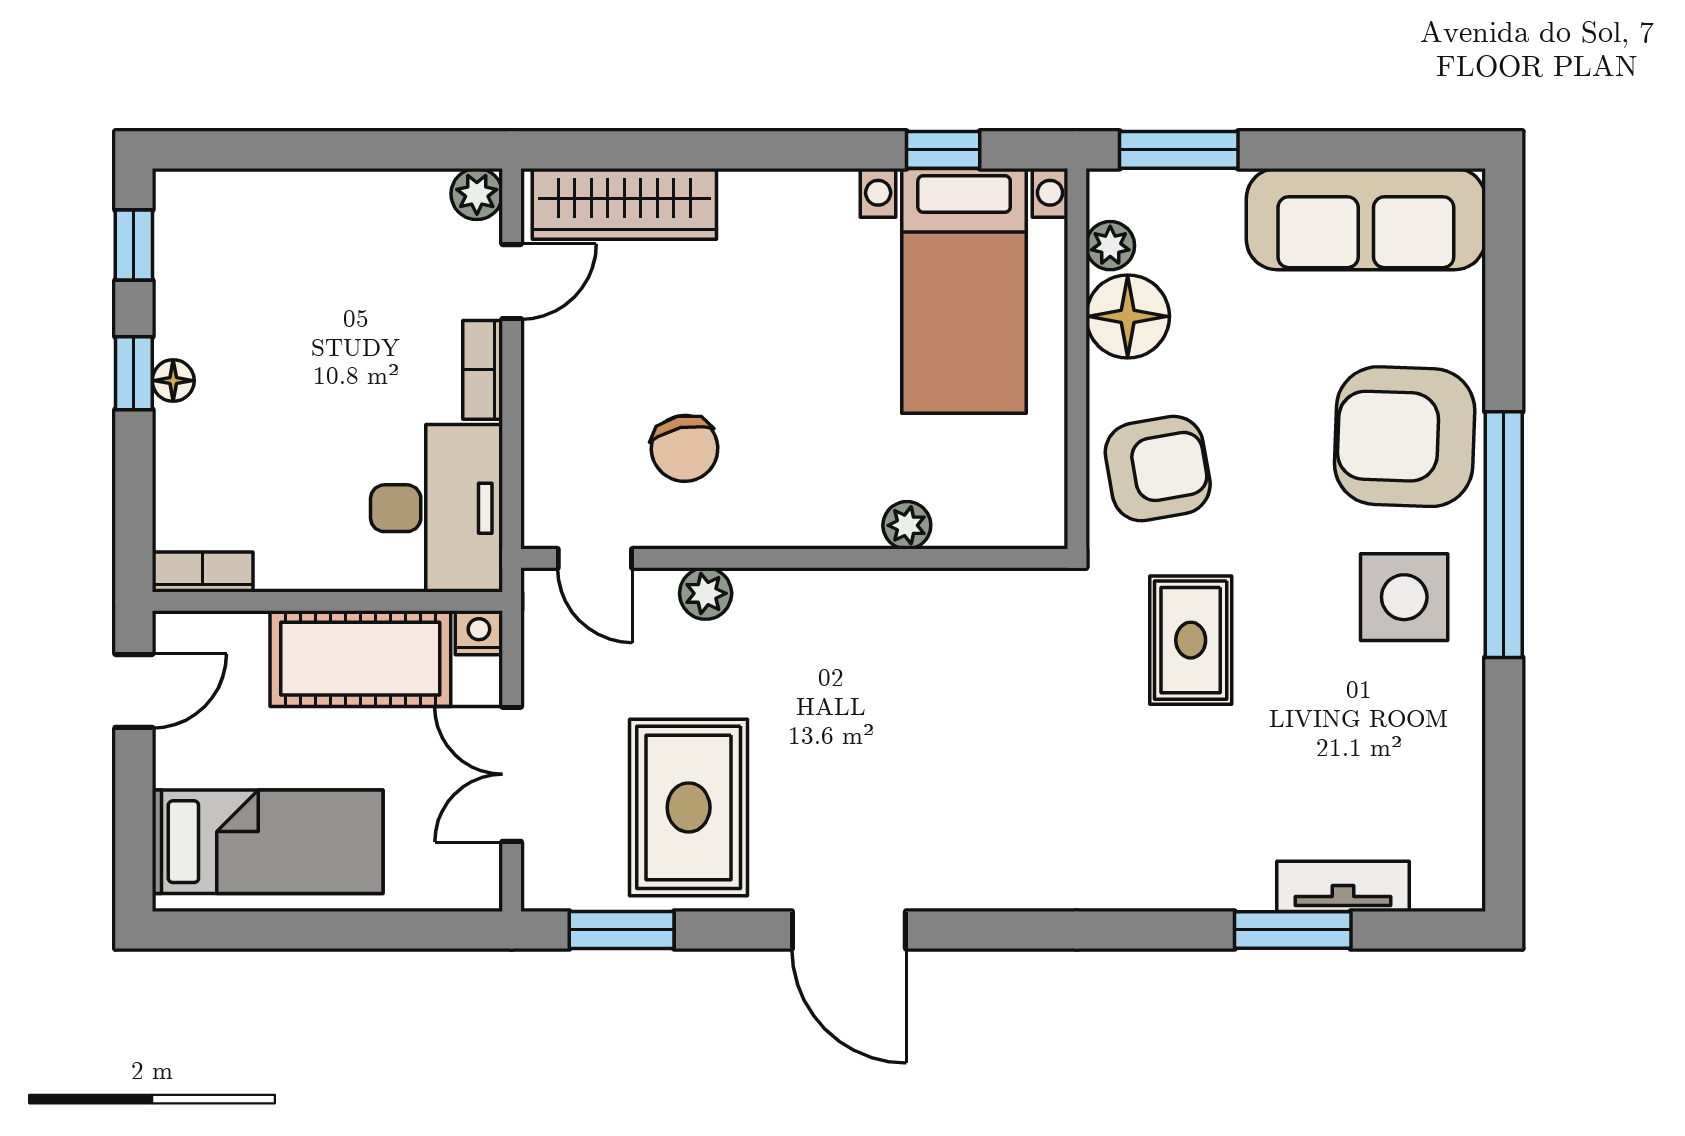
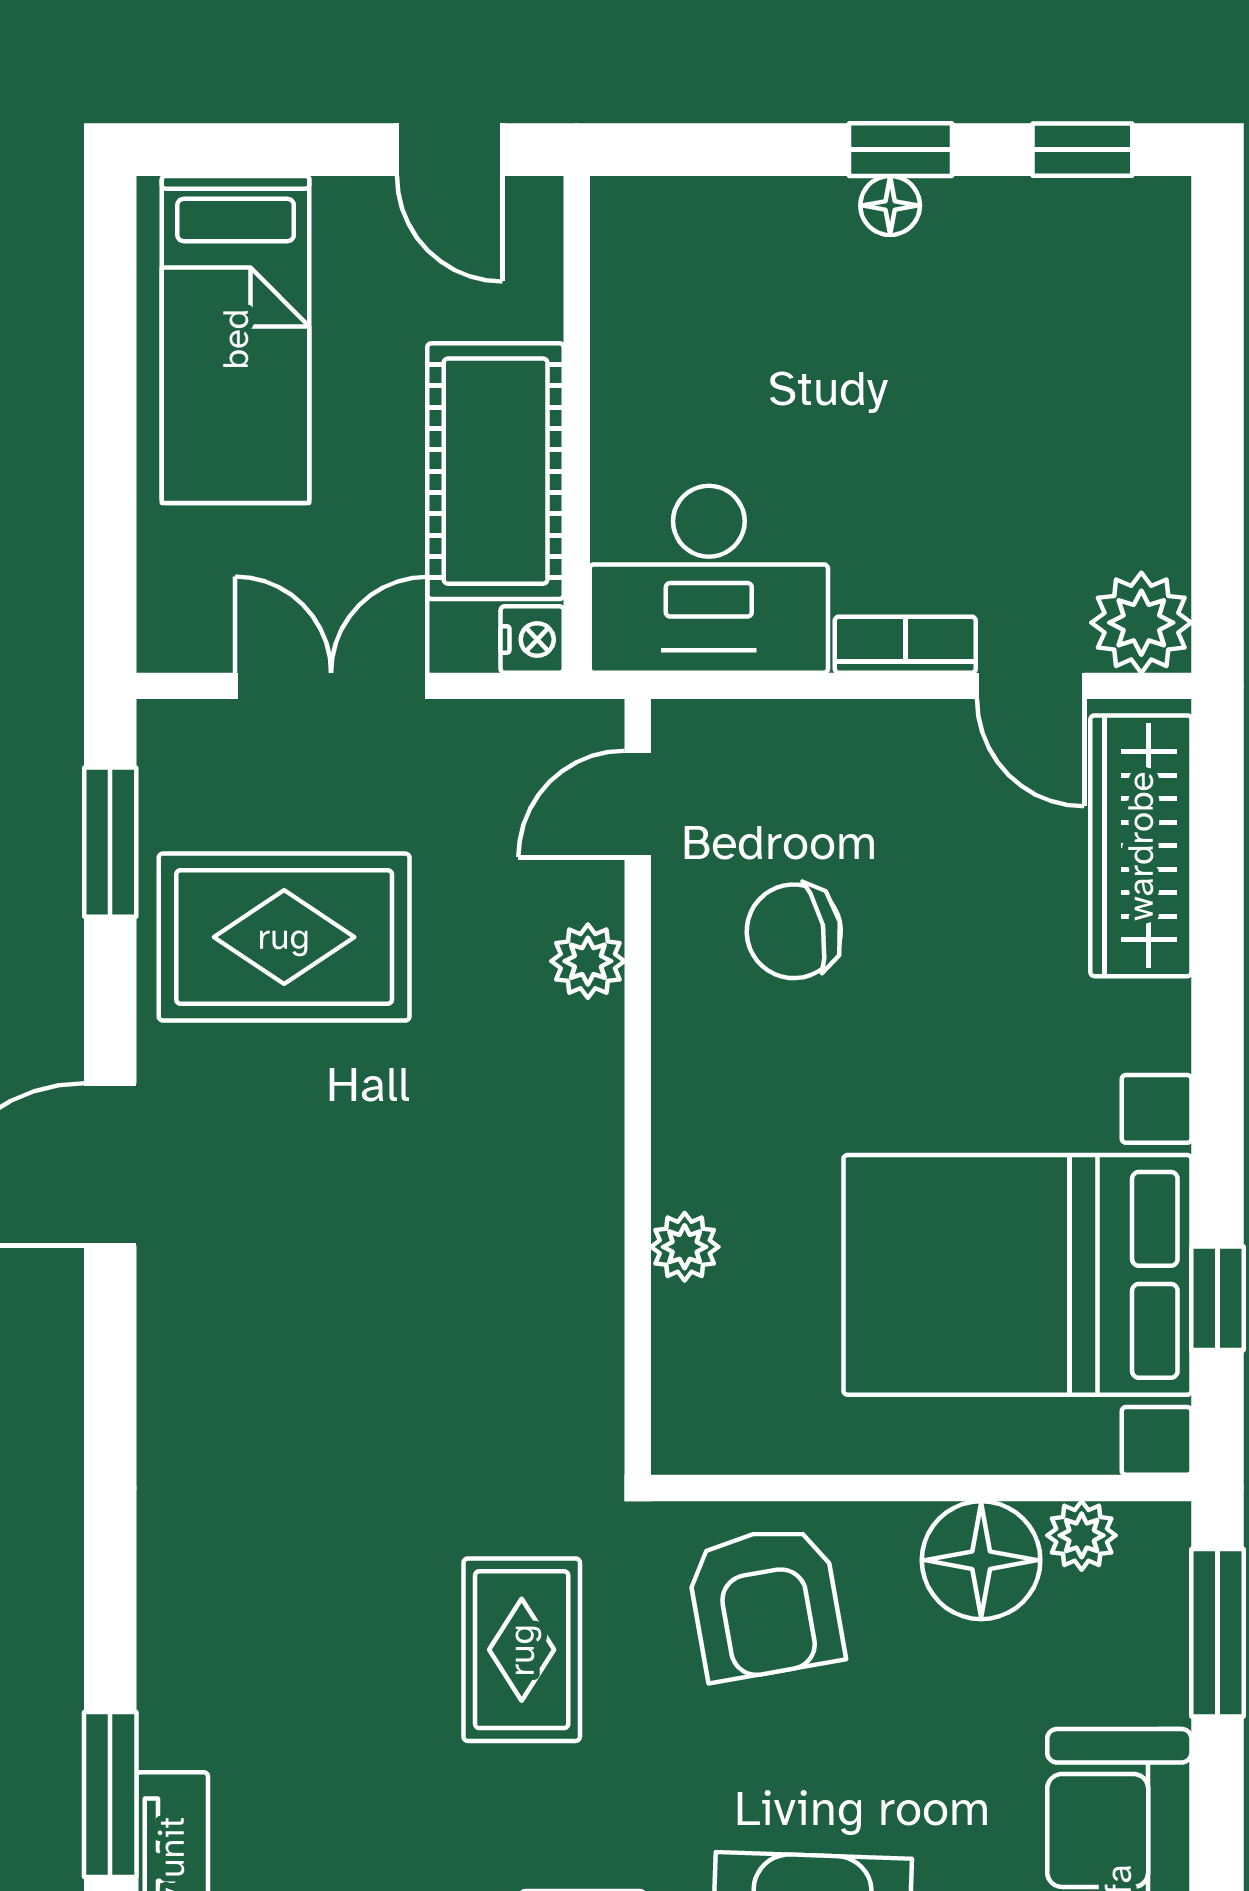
plant: (477, 194) -> (1141, 623), width x1.38, depth x1.38
bed with nightstands: (964, 291) -> (1017, 1275), width x1.36
bookcase: (203, 572) -> (618, 247), removed
rug: (1191, 640) -> (522, 1650), turned 90

